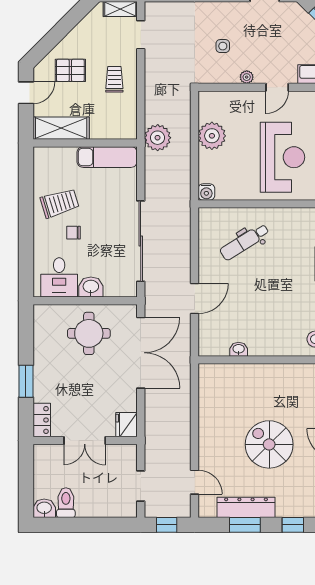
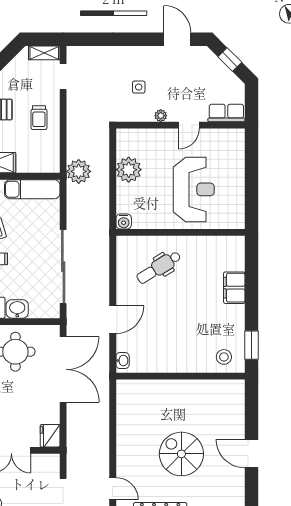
trolley: (114, 79) -> (39, 118), turned 180
washbasin: (239, 349) -> (123, 361), moved, turned 90

